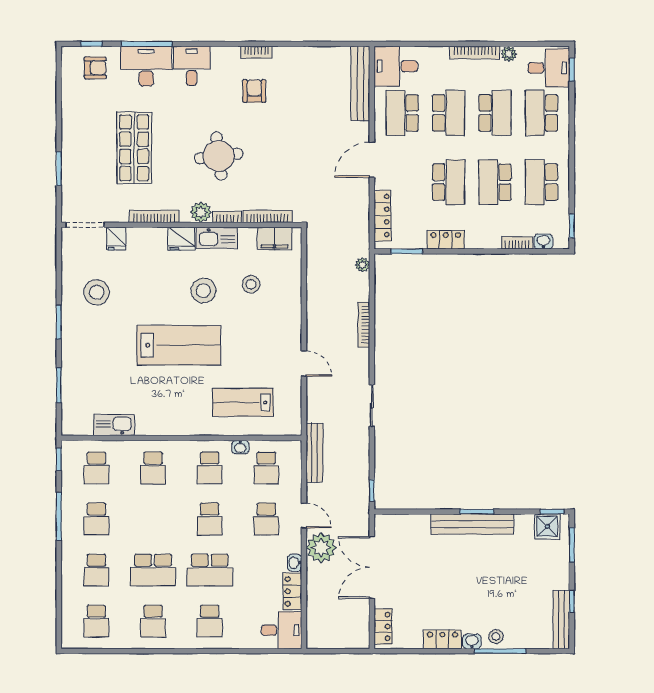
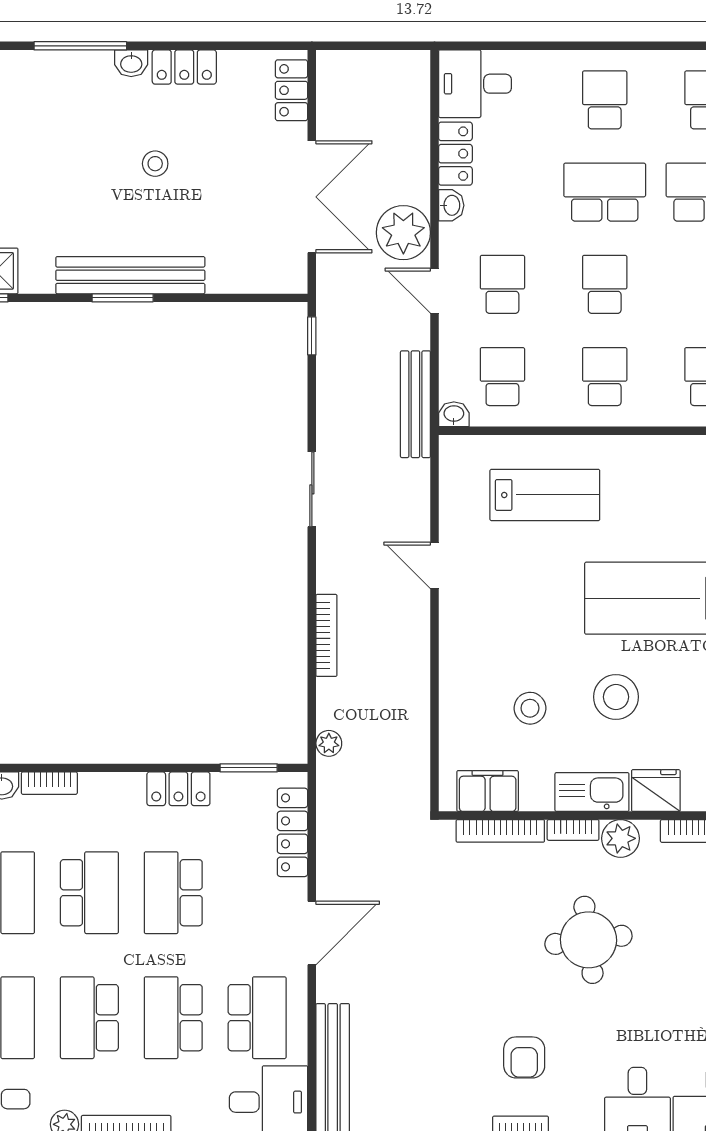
washbasin: (240, 447) -> (454, 414), moved
stool: (496, 636) -> (155, 164), moved

